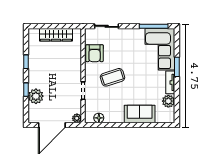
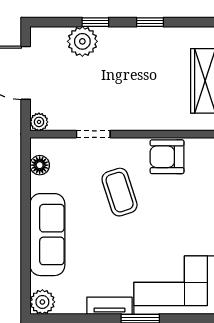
plant: (168, 101) -> (42, 302), moved
sofa: (140, 114) -> (47, 235), width x1.36

